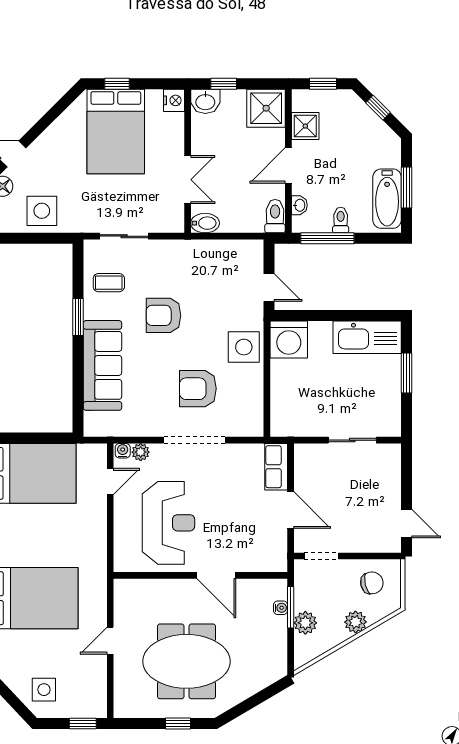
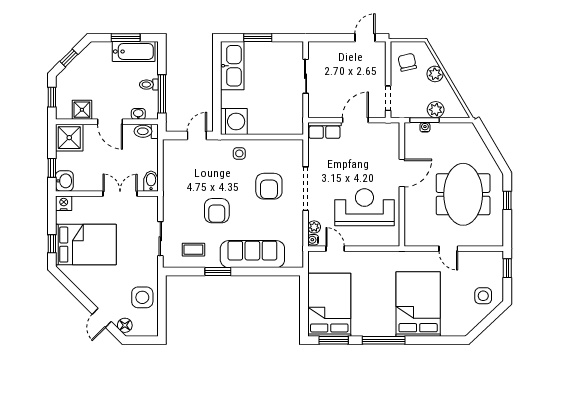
coffee table: (109, 283) -> (193, 250), turned 90
side table: (244, 347) -> (239, 153), width x0.54, depth x0.54

